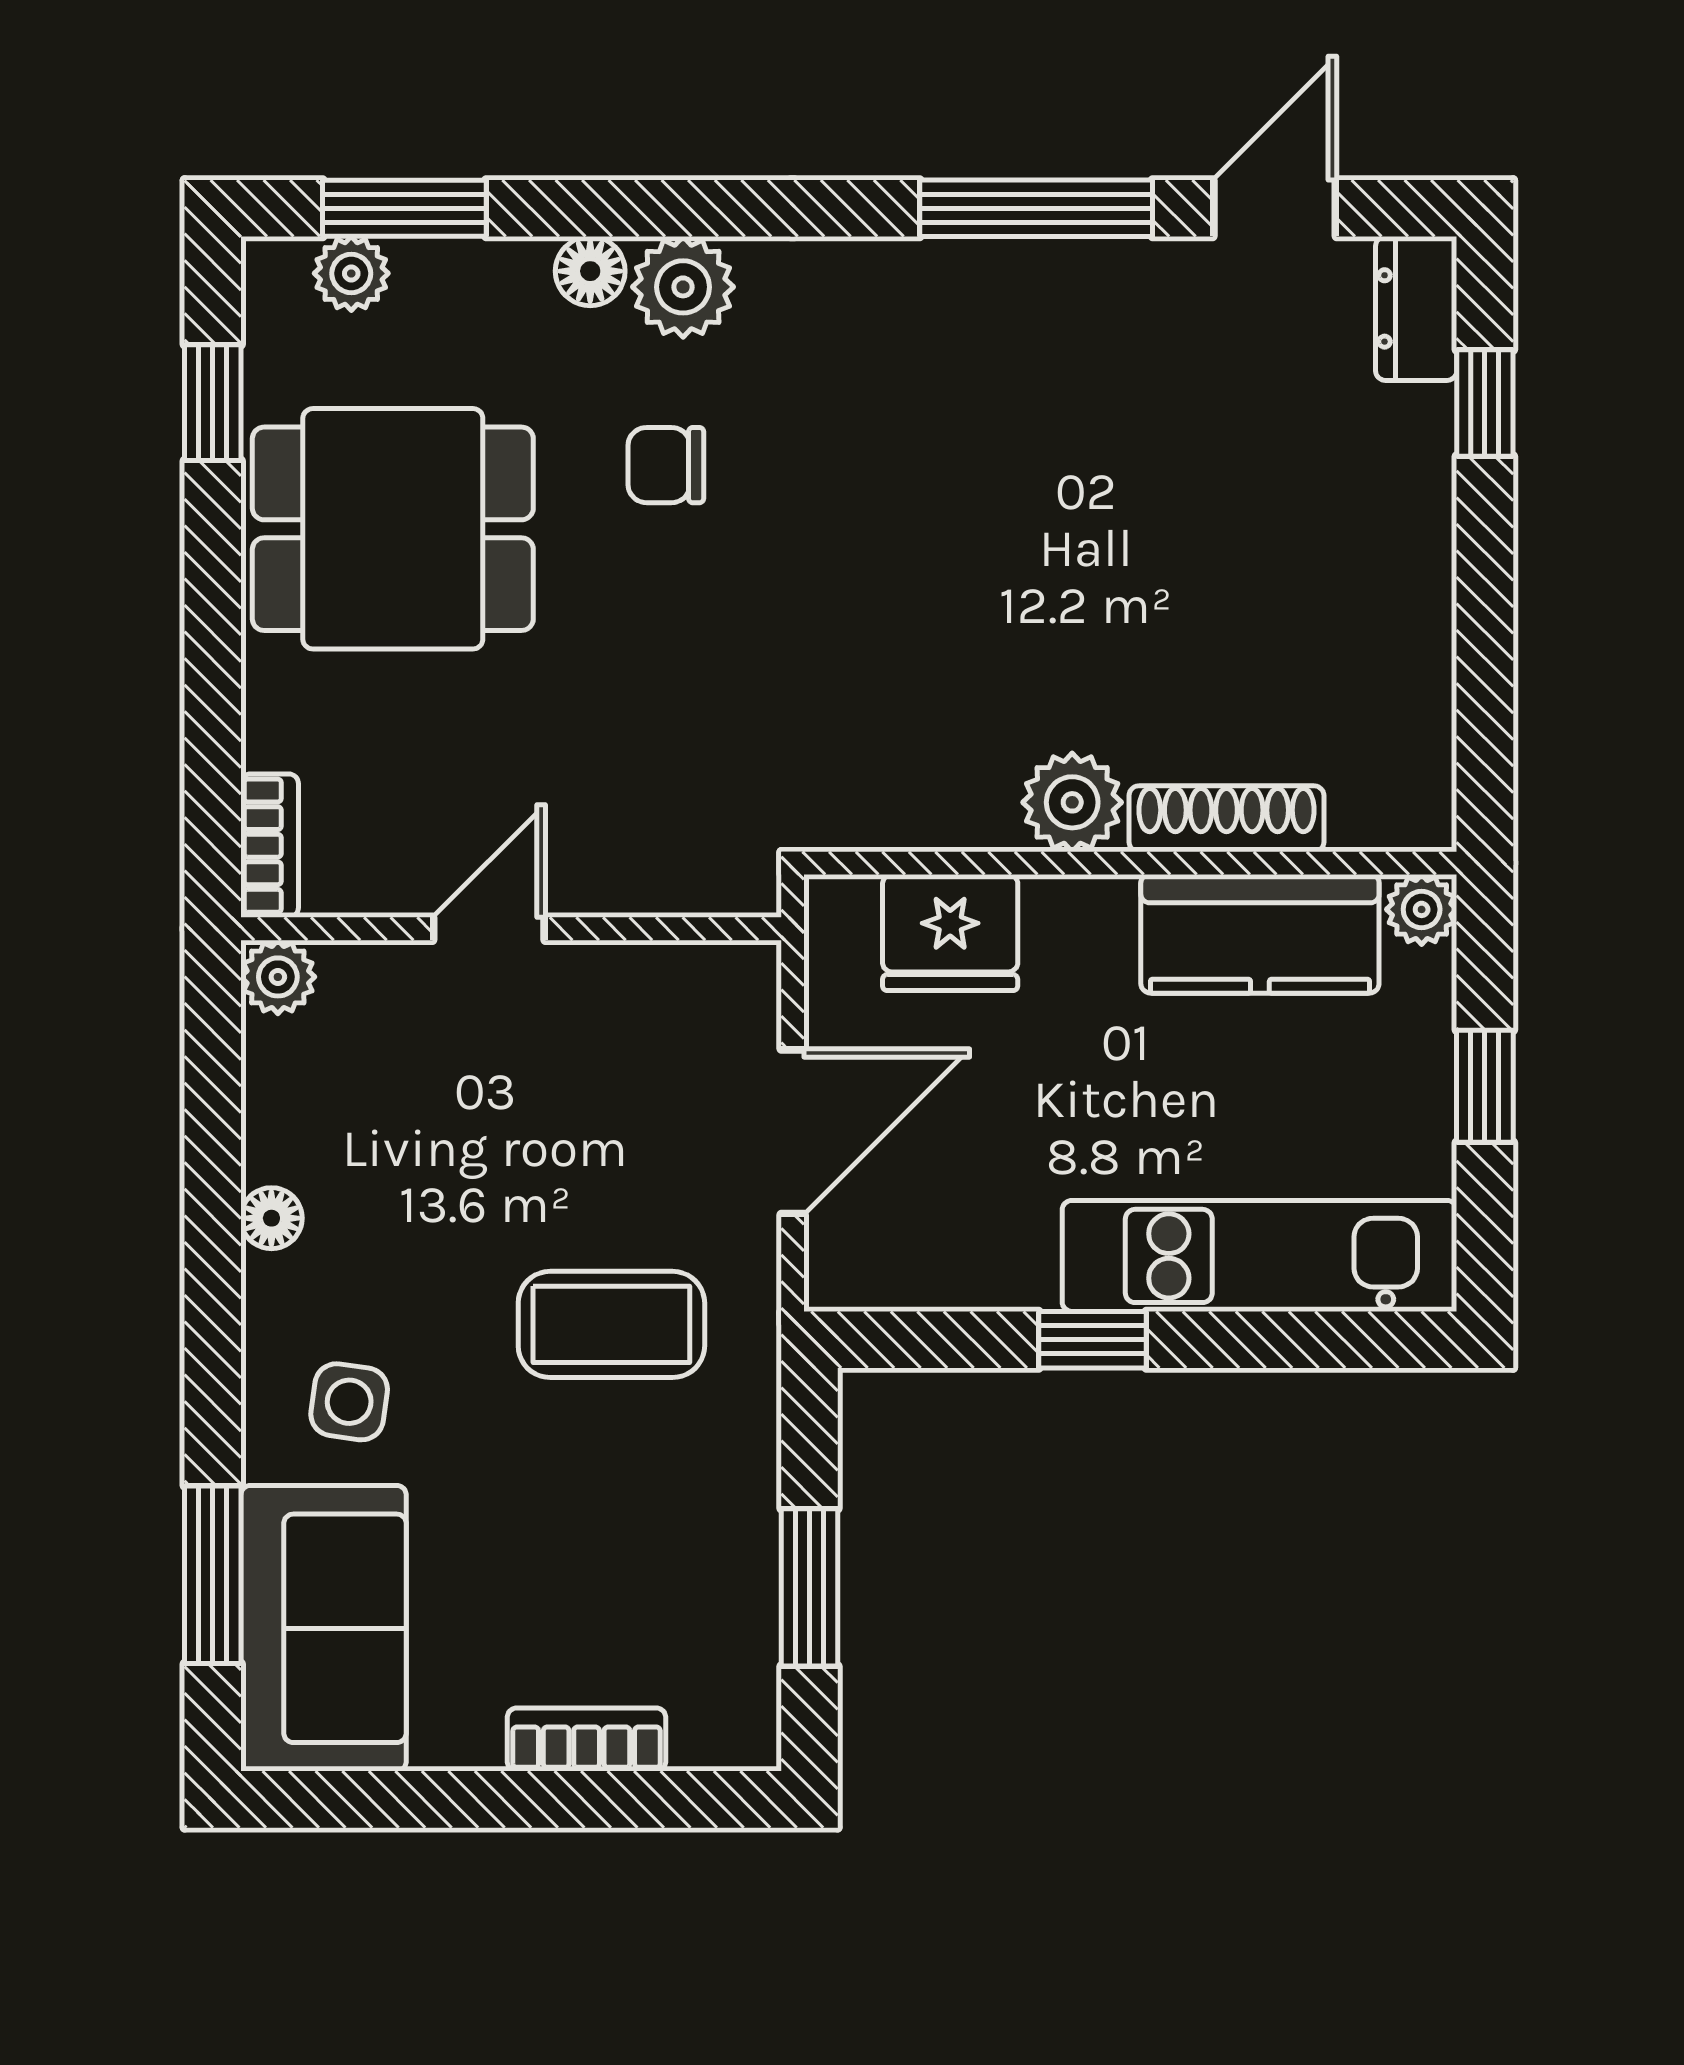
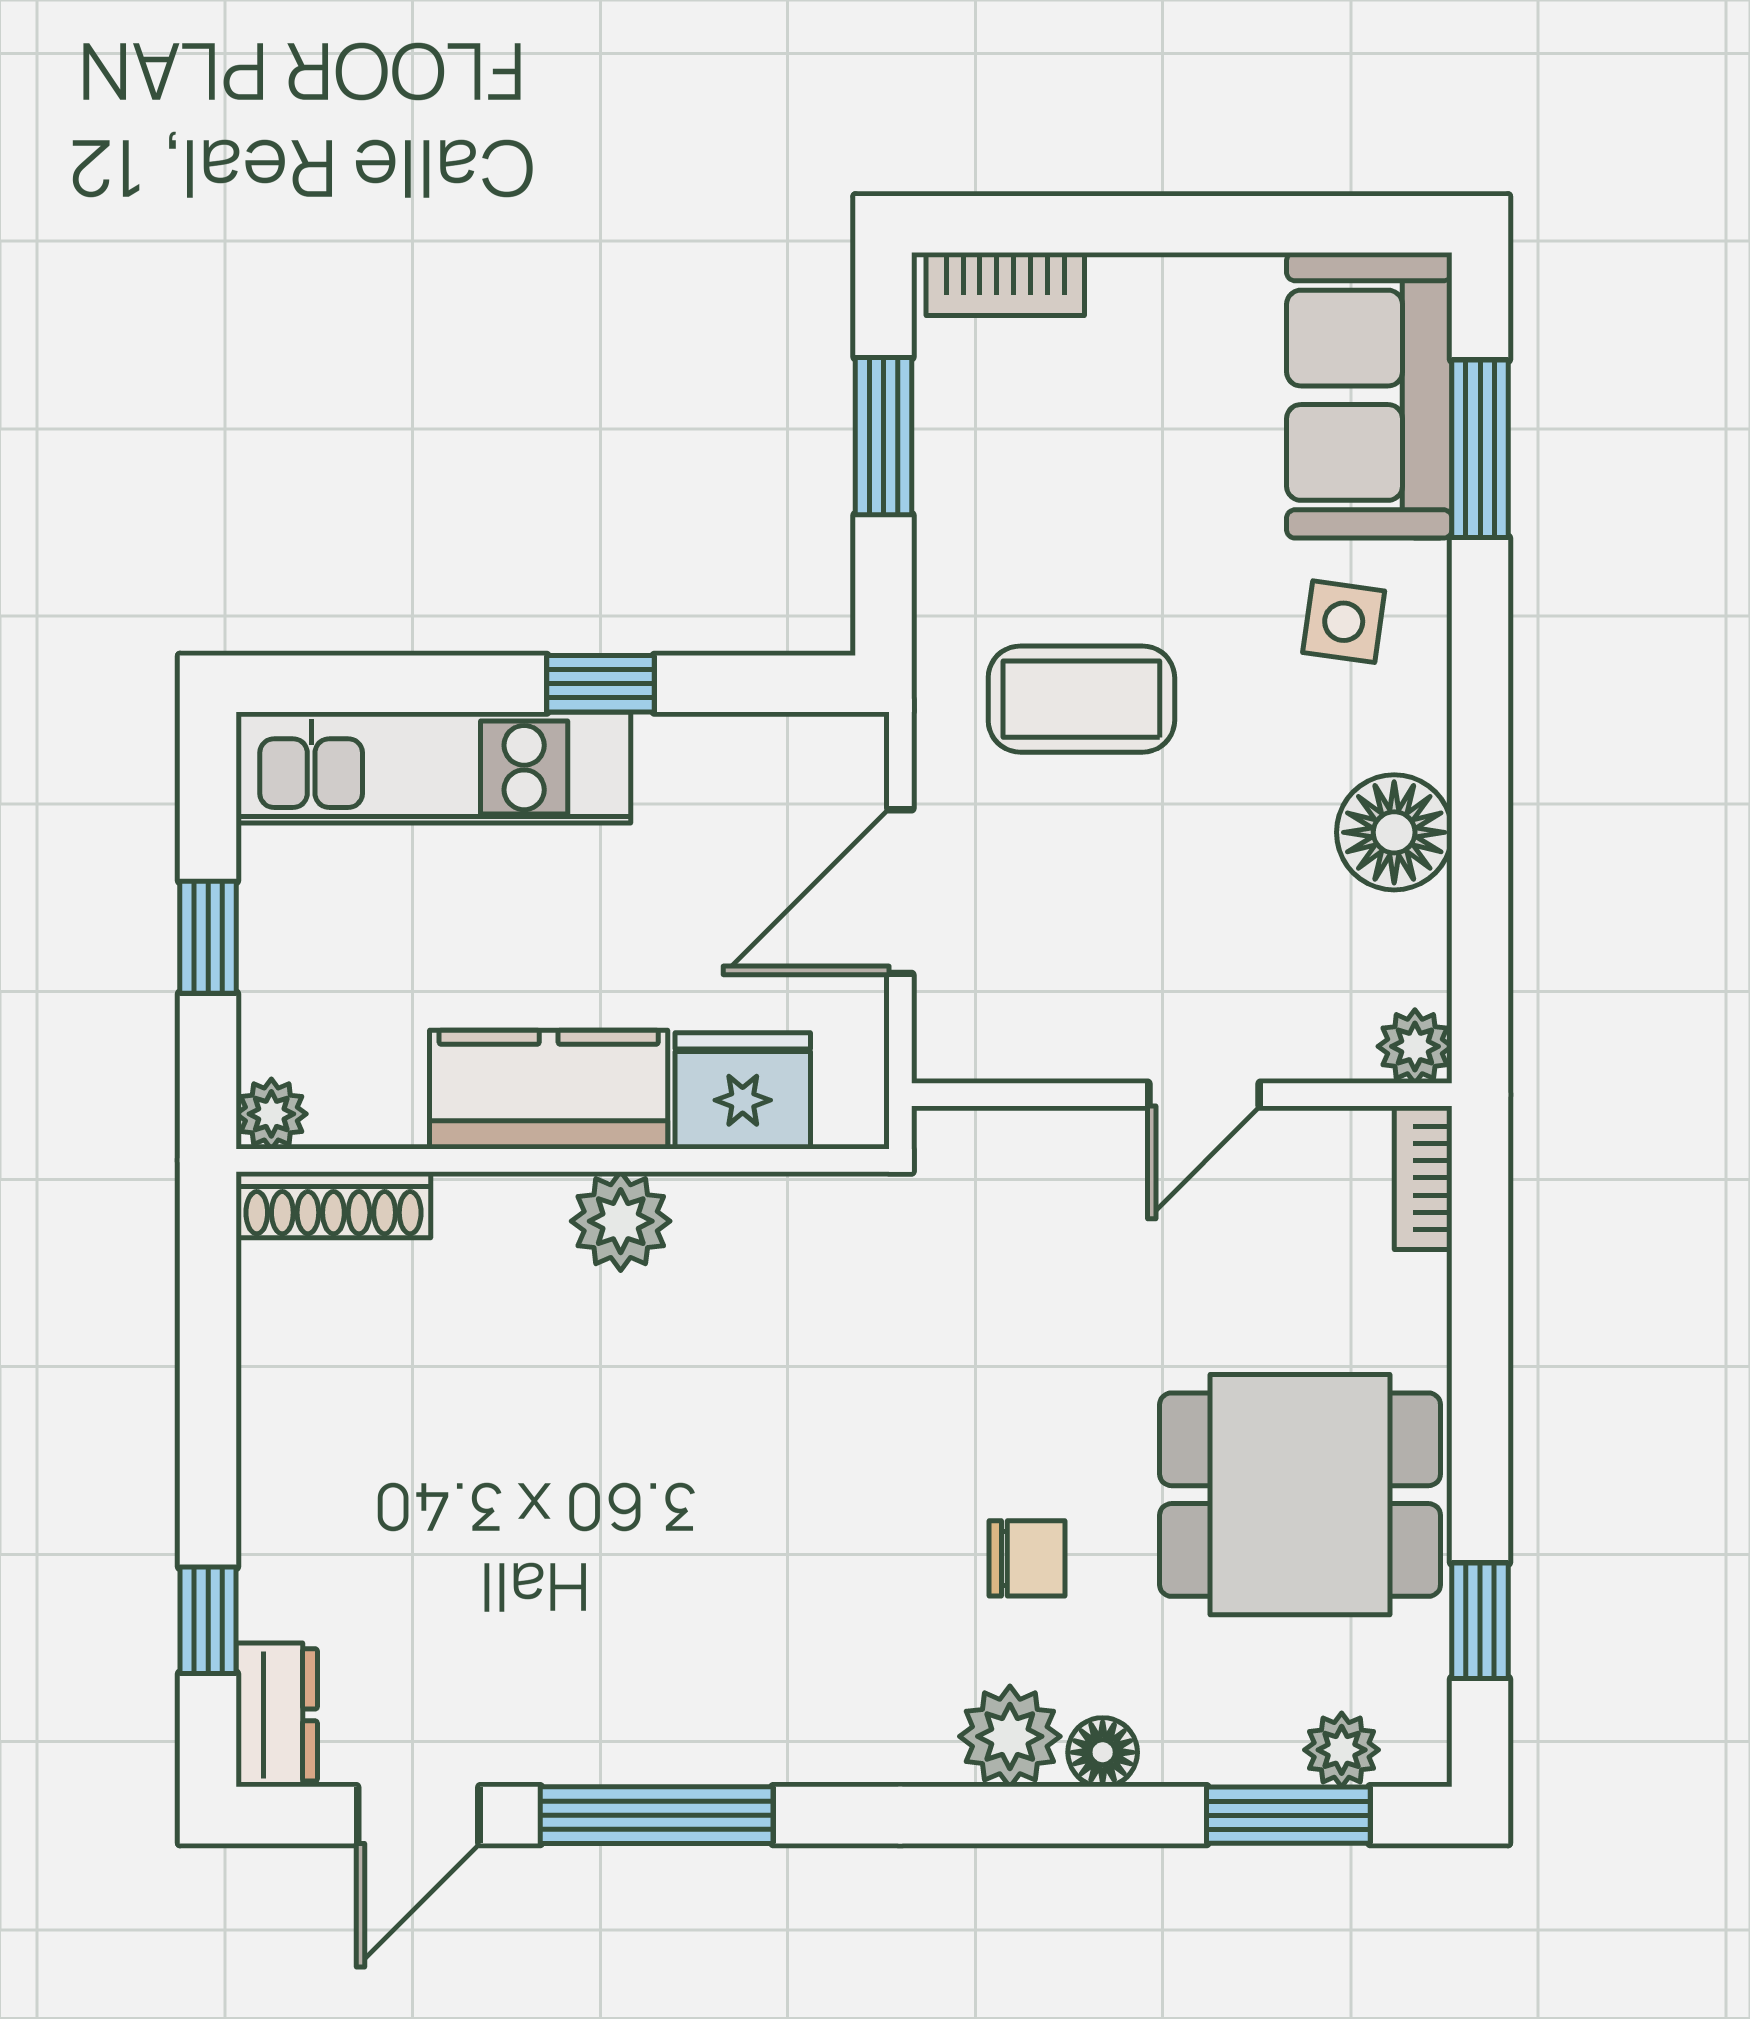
shoe rack: (1226, 819) -> (333, 1205), moved
kitchen counter: (1260, 934) -> (549, 1090), moved
floor lamp: (271, 1218) -> (1394, 832), width x1.89, depth x1.89
bookcase: (587, 1740) -> (1005, 284), moved

